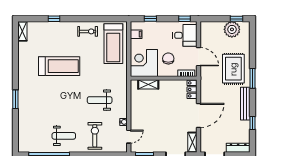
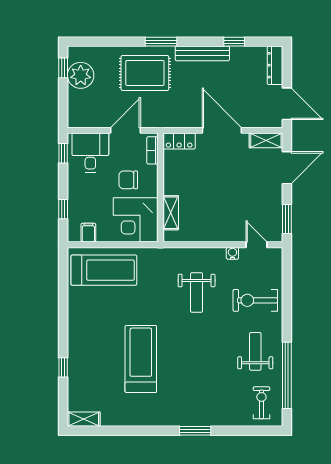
exercise bike: (88, 31) -> (261, 403), moved

